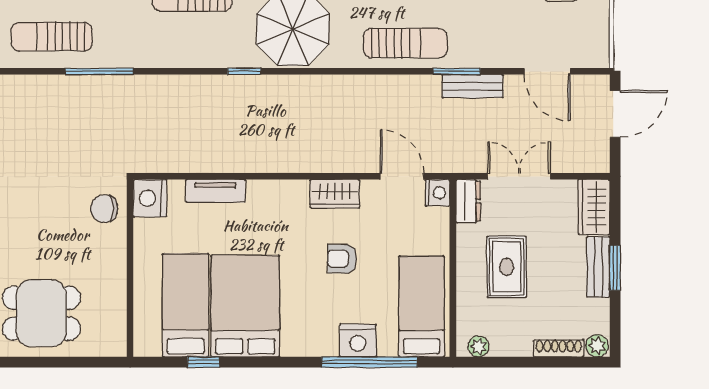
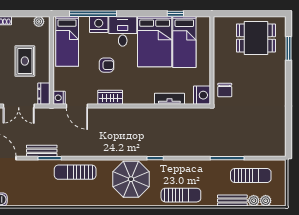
chair: (104, 209) -> (225, 90), turned 90
desk: (310, 327) -> (123, 31), added

